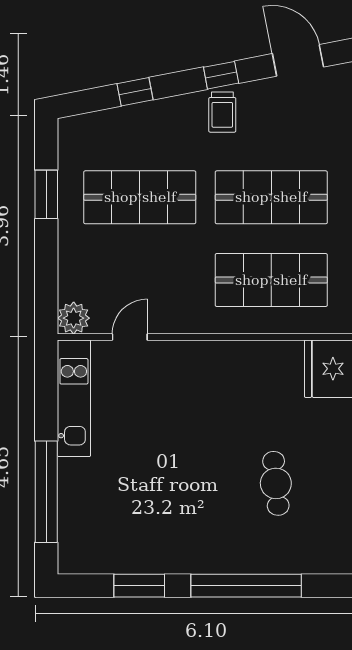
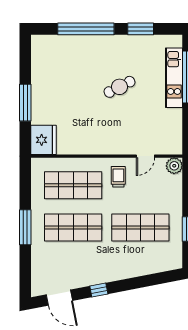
window: (135, 92) -> (143, 282), removed
trolley: (222, 112) -> (118, 177), moved
kitchen unit: (74, 398) -> (174, 78), moved
cafe table: (276, 483) -> (120, 87), moved, turned 69

